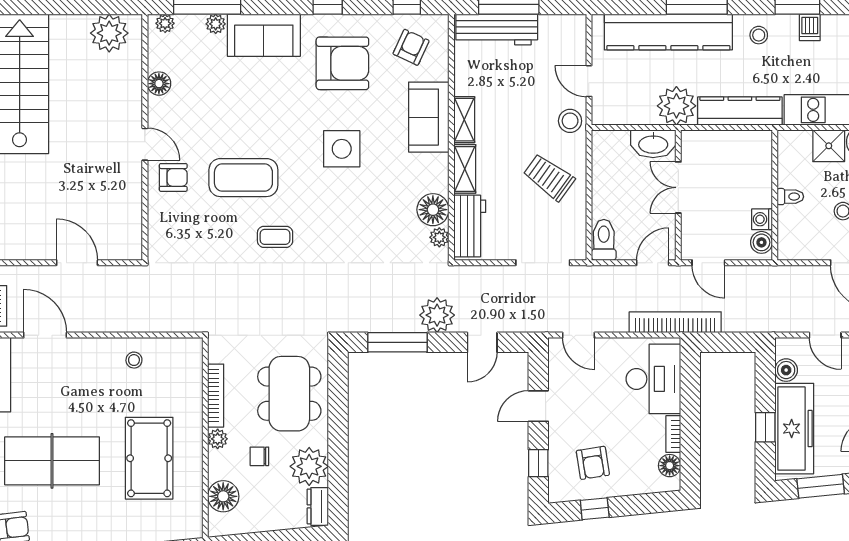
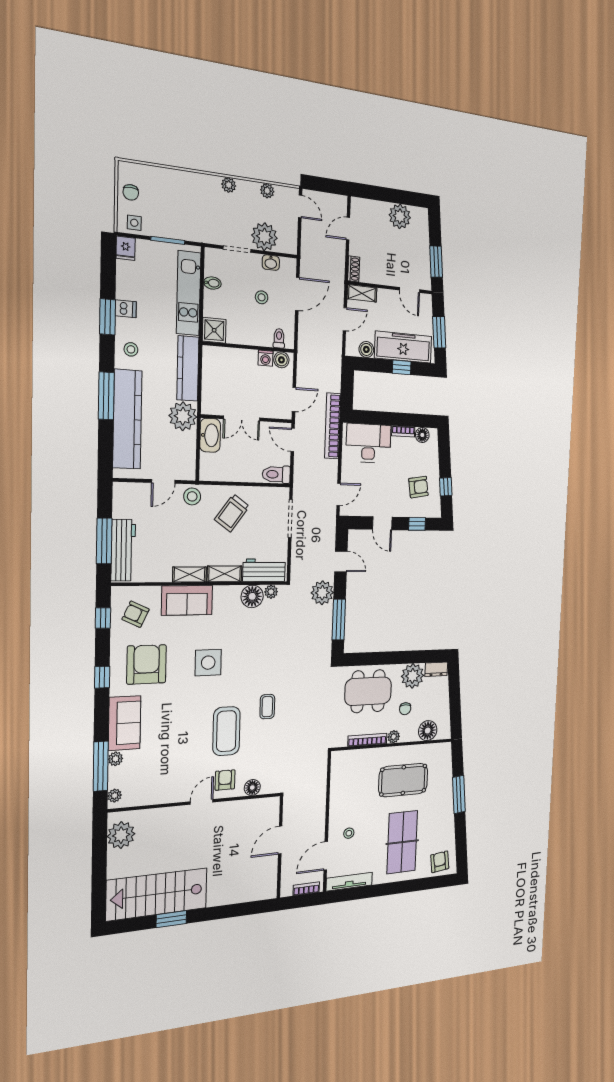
floor lamp: (159, 84) -> (252, 787), moved
shower: (829, 146) -> (214, 330), moved
toilet: (790, 197) -> (279, 338), moved
stool: (134, 360) -> (349, 833), moved

